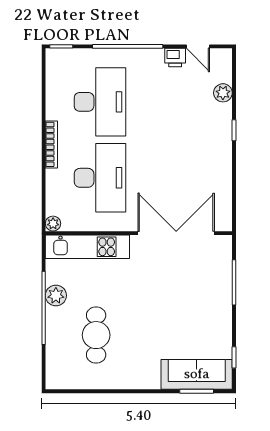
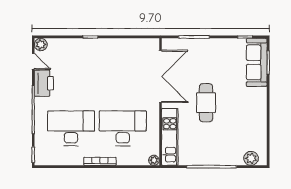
door: (198, 46) -> (33, 61), hinge flipped
printer: (175, 58) -> (44, 83), width x1.87, depth x1.48
plant: (223, 93) -> (41, 44), moved
double door: (176, 233) -> (161, 76), swing flipped
plant: (56, 295) -> (251, 158), moved
cafe table: (96, 335) -> (206, 103), moved, turned 90

